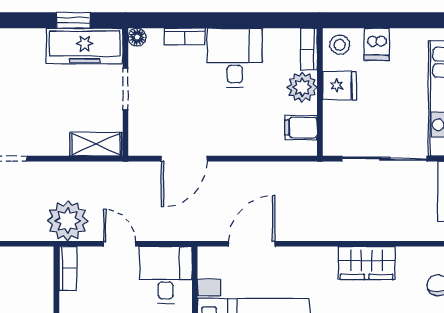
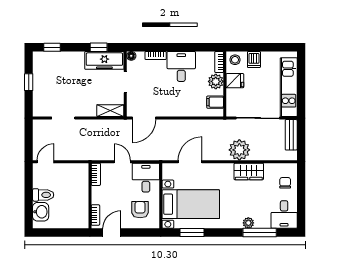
door: (184, 159) -> (144, 118), moved
plant: (68, 221) -> (239, 150), moved

